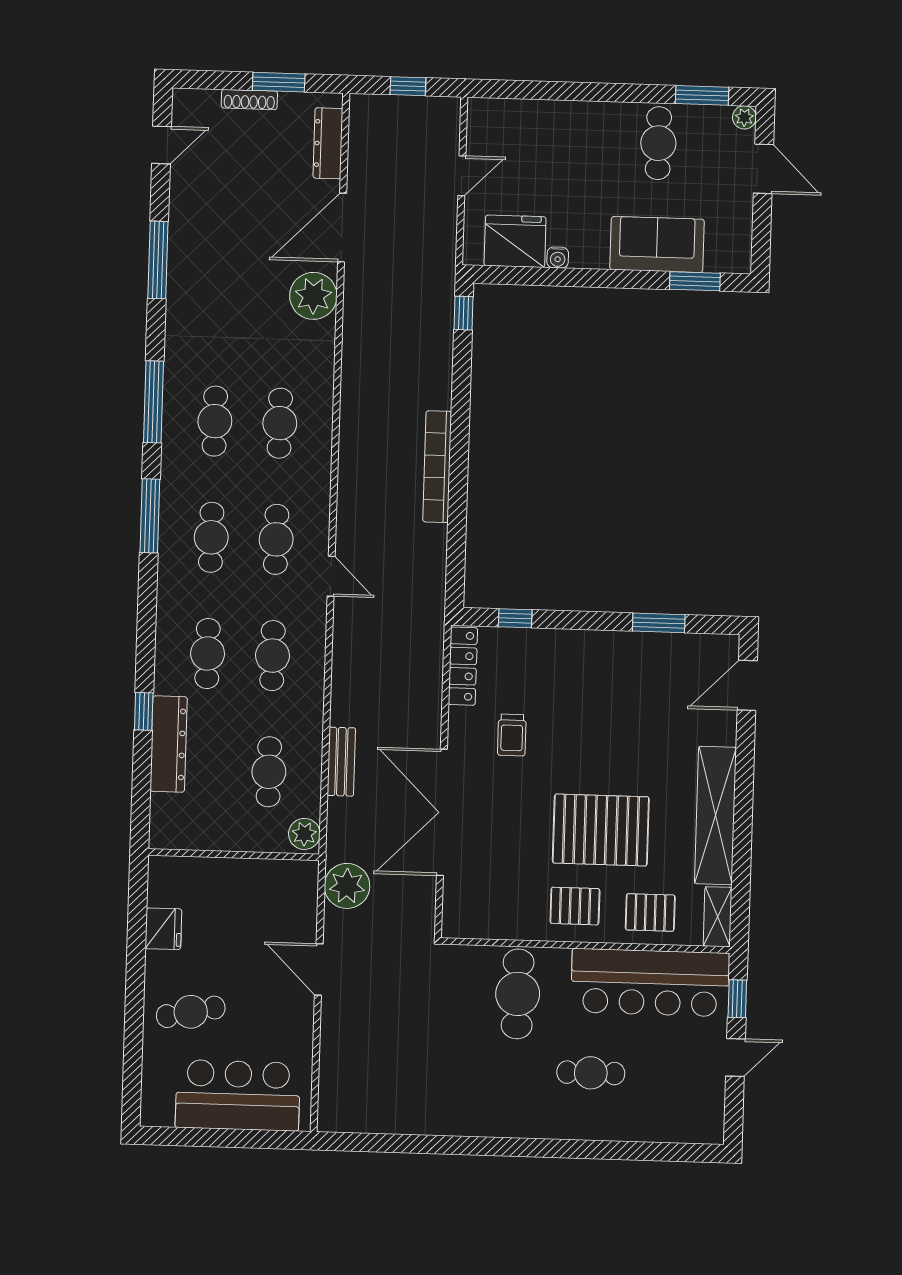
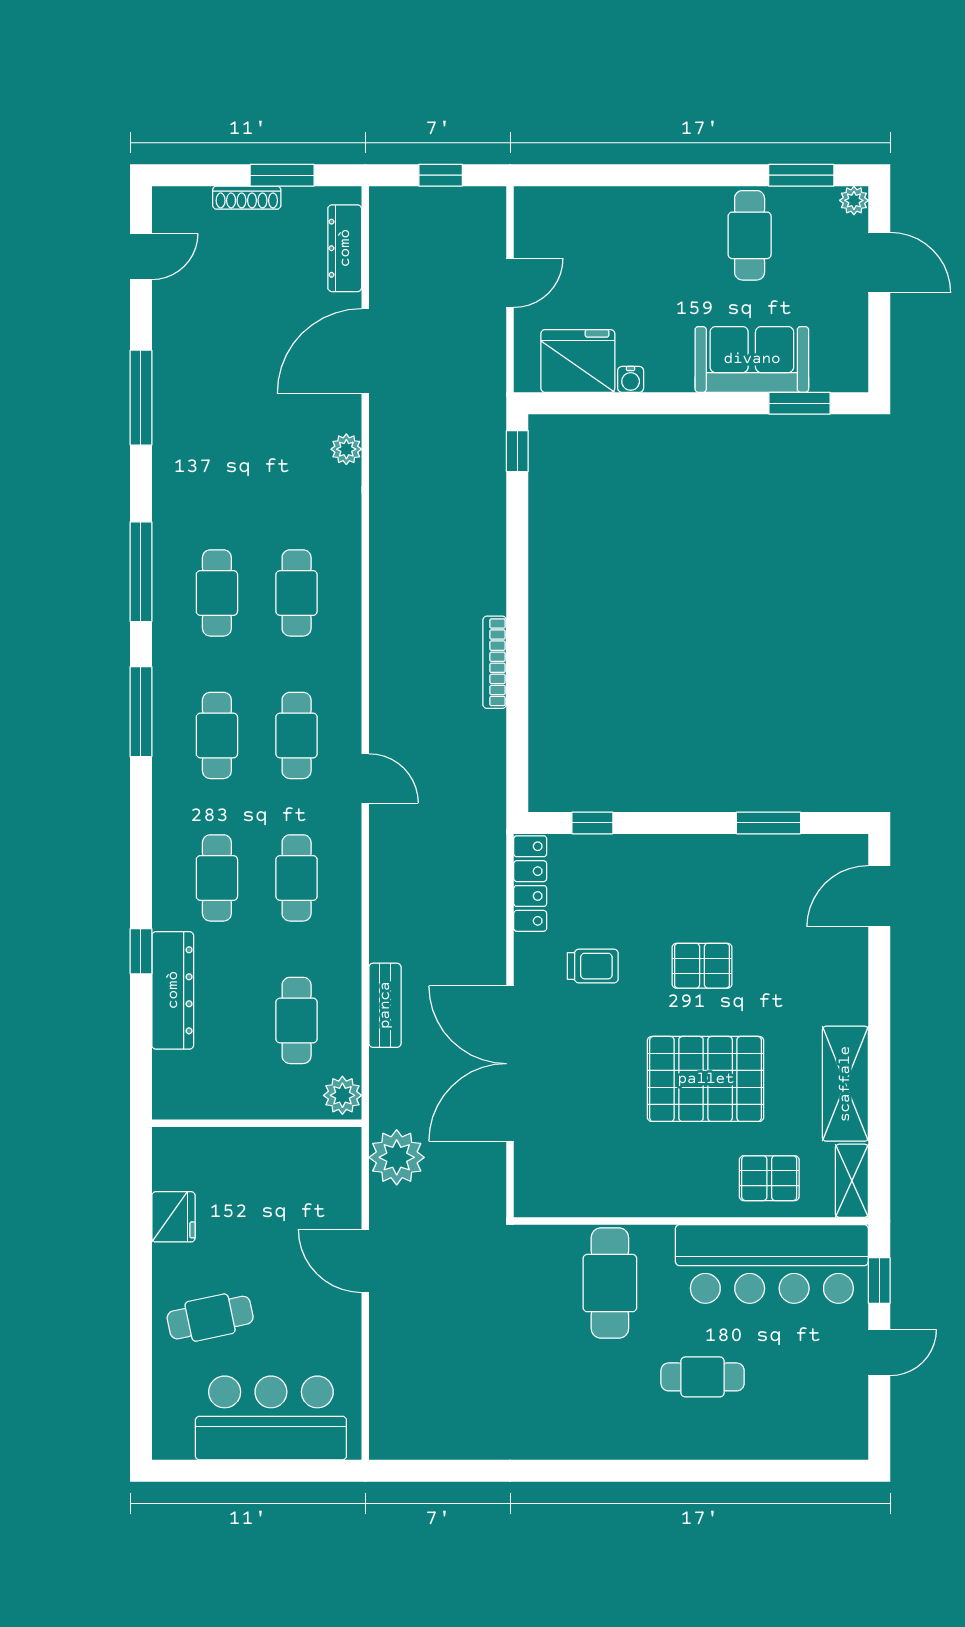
plant: (313, 296) -> (346, 449), width x0.53, depth x0.53
bookcase: (437, 467) -> (495, 662), width x0.68, depth x0.76
trolley: (512, 735) -> (593, 966), turned -90
shelving: (715, 815) -> (845, 1084), width x0.68
pallet: (575, 906) -> (702, 966), moved

